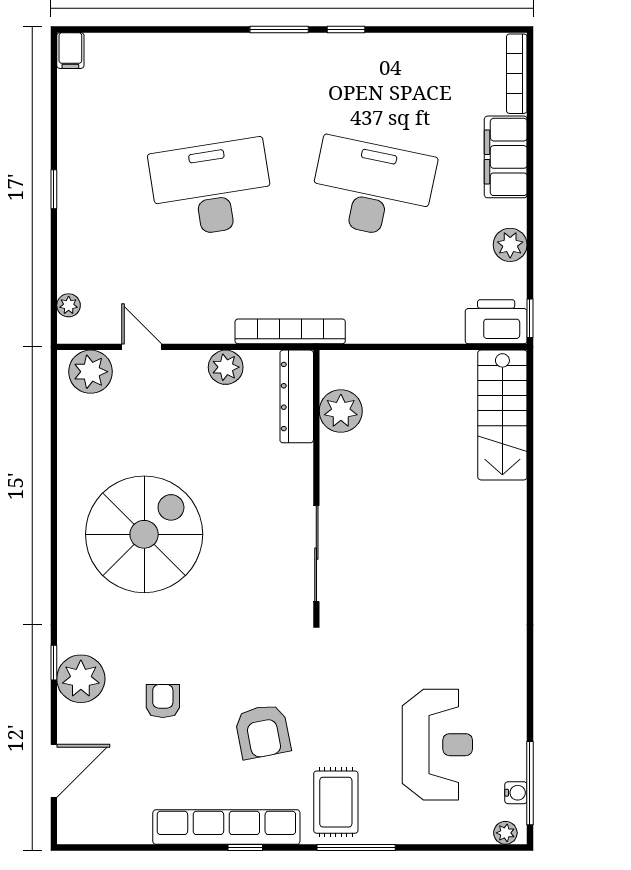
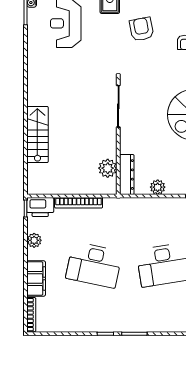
bookcase: (290, 331) -> (79, 203), moved
stairs: (502, 415) -> (37, 134), moved

